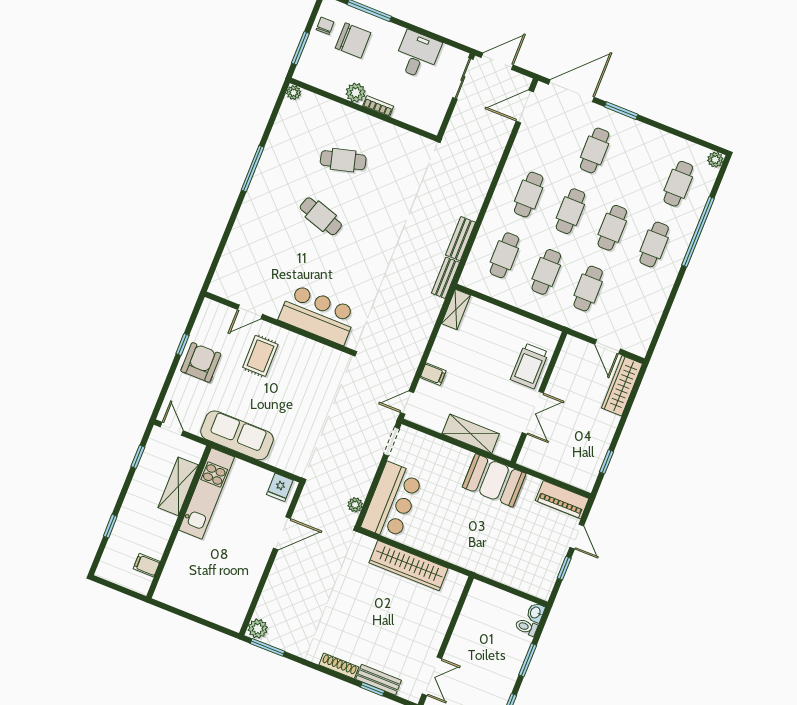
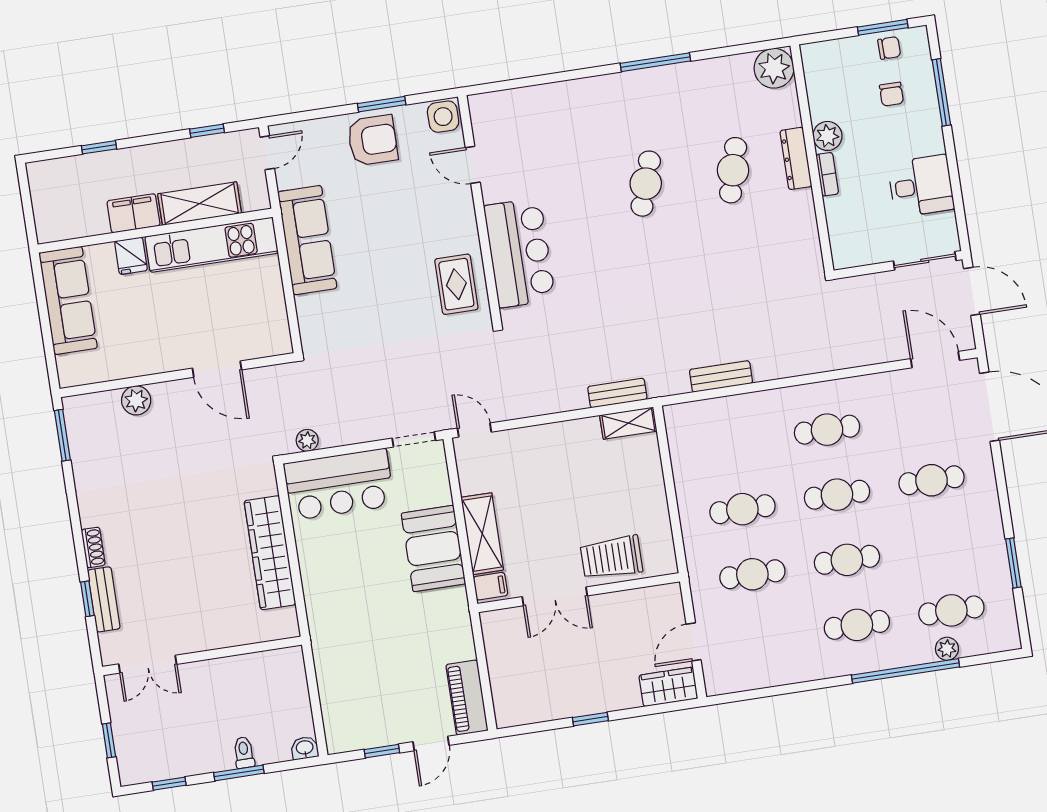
chair: (353, 40) -> (891, 94), width x0.54, depth x0.54
window: (300, 48) -> (883, 27), moved
plant: (294, 93) -> (774, 68), width x1.88, depth x1.88
window: (621, 111) -> (1013, 563), moved
dresser: (358, 119) -> (796, 158), added
cafe table: (343, 160) -> (733, 170), turned 30
plant: (715, 160) -> (947, 649), moved
cafe table: (504, 255) -> (732, 444), removed
bench: (445, 278) -> (617, 393), moved
side table: (211, 313) -> (443, 117), added
window: (183, 345) -> (382, 104), width x1.50
rug: (260, 356) -> (456, 284), moved, turned 90
filing cabinet: (433, 374) -> (490, 586), moved, turned -90
wardrobe: (622, 386) -> (668, 687), width x0.67
window: (607, 462) -> (590, 719), moved
booth: (494, 480) -> (433, 549), moved
fridge: (280, 487) -> (131, 256), moved, turned -90
filing cabinet: (147, 565) -> (133, 213), moved, width x2.00
sofa: (190, 597) -> (68, 300), added
toilet: (526, 627) -> (244, 752), moved
plant: (258, 629) -> (136, 400), moved
shoe rack: (339, 666) -> (93, 547), width x0.70

